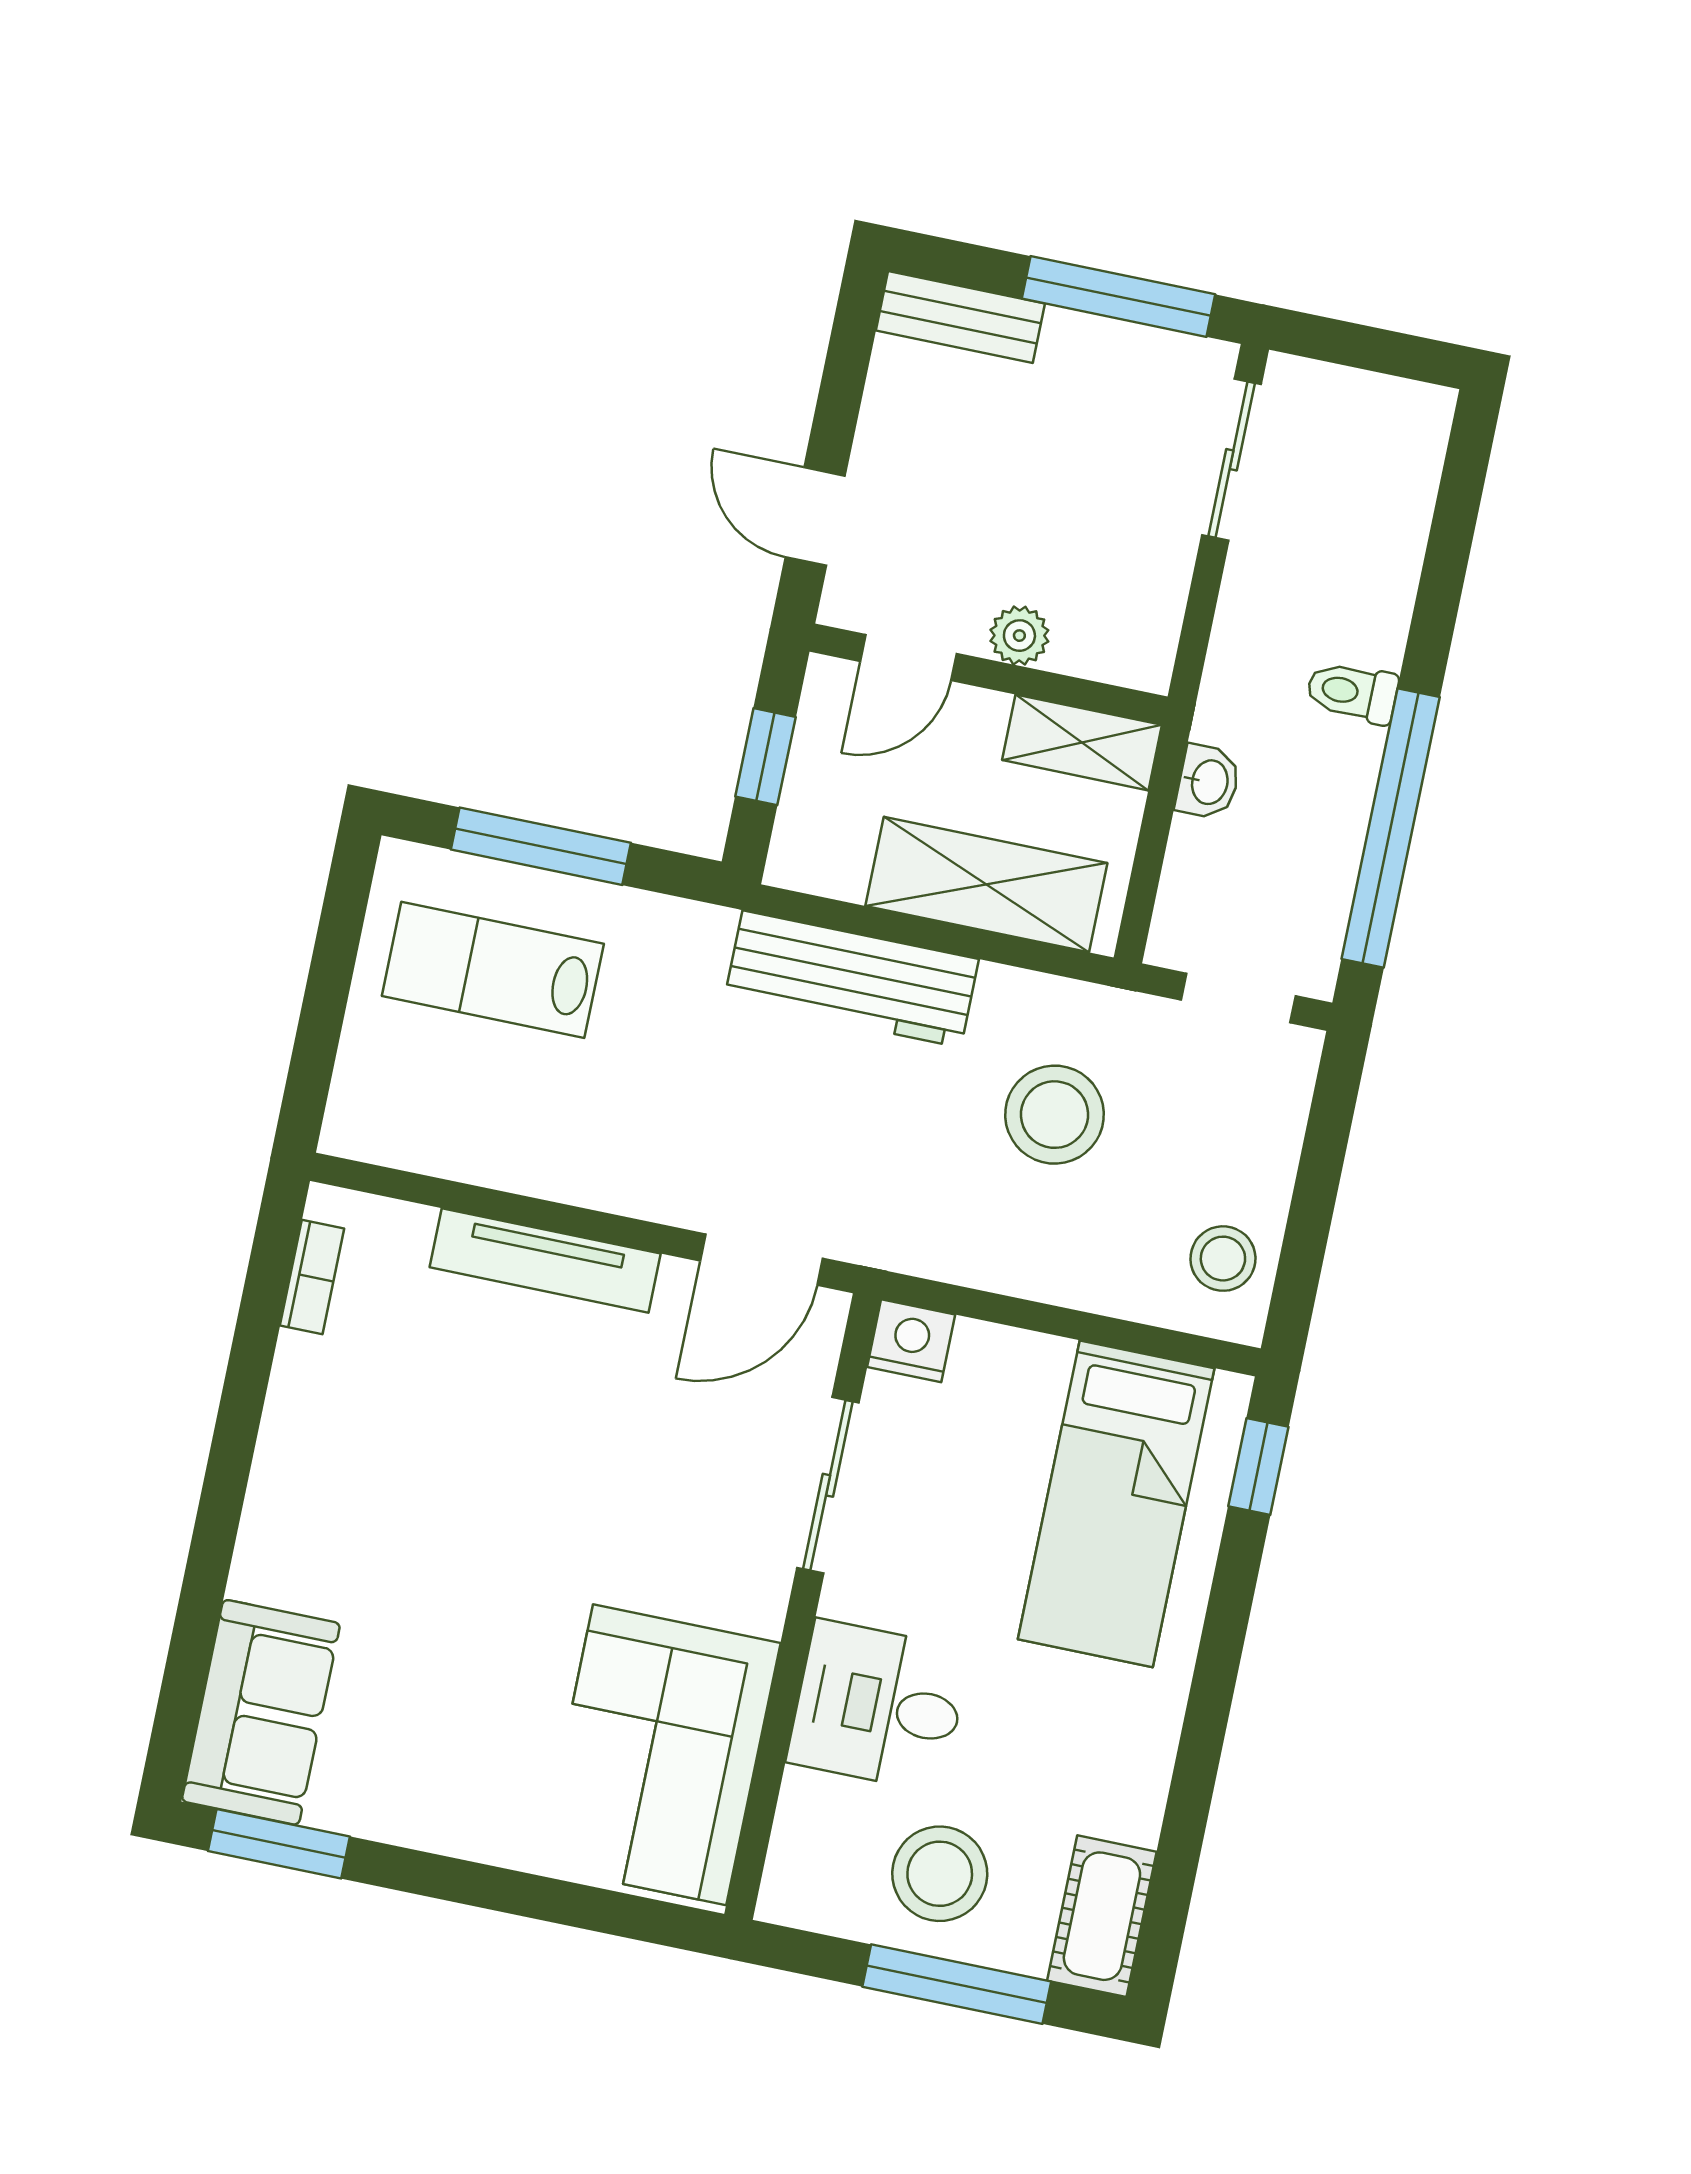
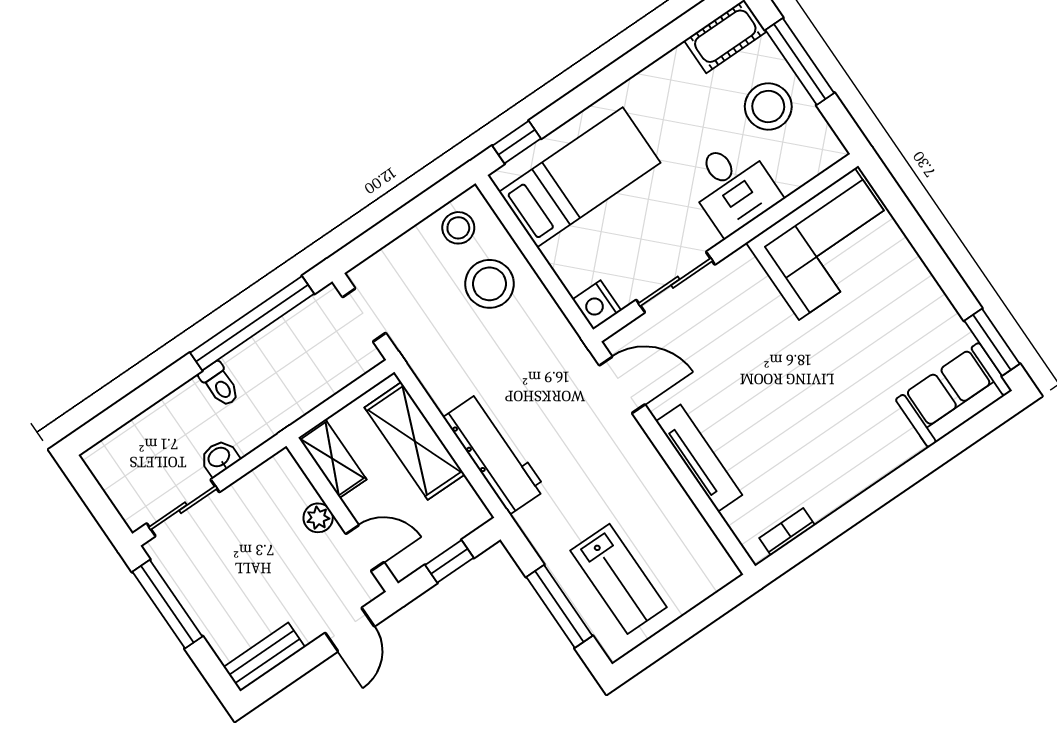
bench: (960, 317) -> (264, 657), moved, turned 90
washbasin: (1208, 782) -> (219, 458), moved
stool: (1054, 1115) -> (489, 284), moved

